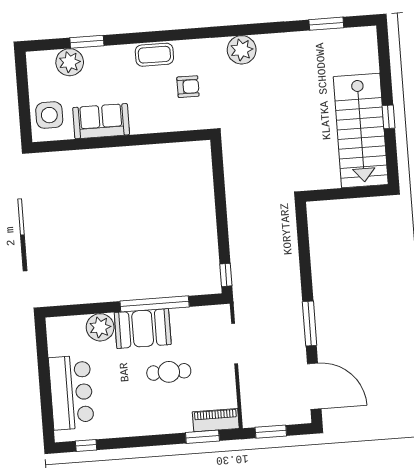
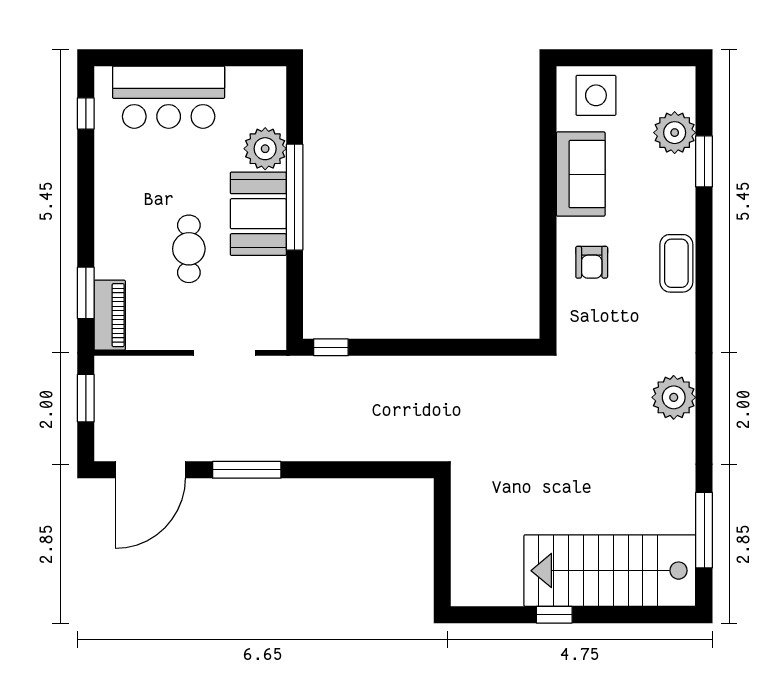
window: (326, 24) -> (704, 530), width x1.44
armchair: (188, 87) -> (592, 262), moved
stairs: (361, 131) -> (610, 571), moved
window: (155, 304) -> (295, 197), moved

